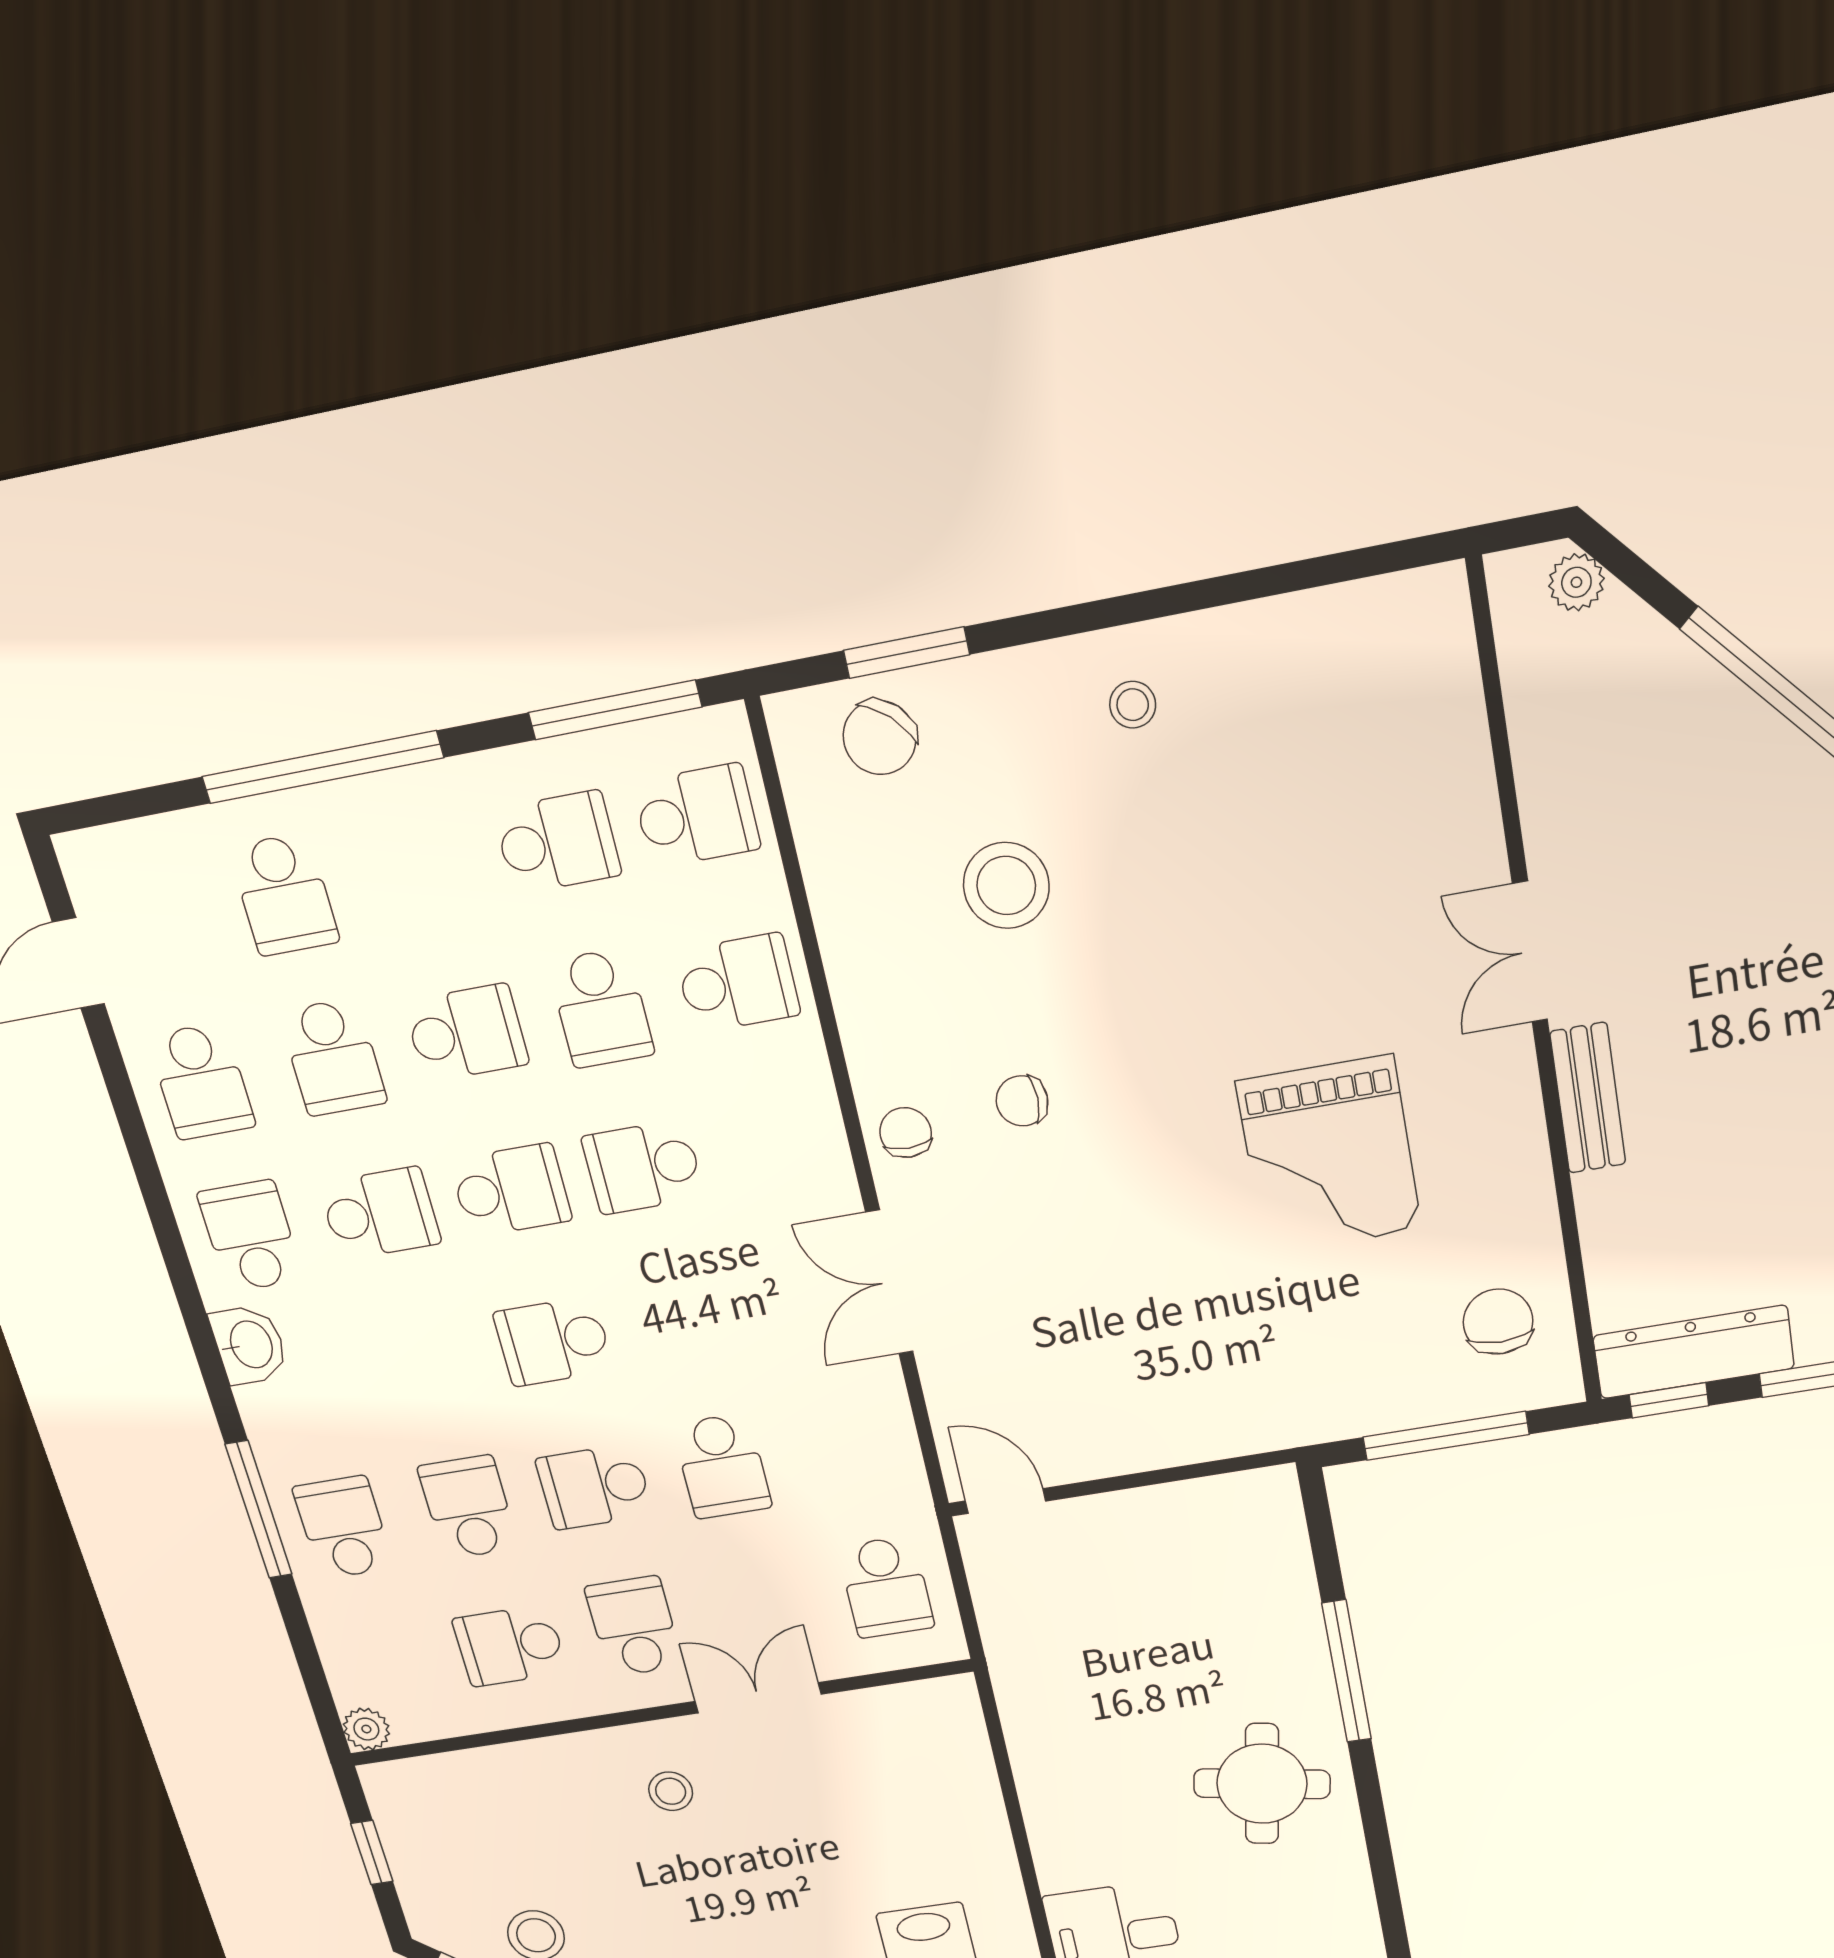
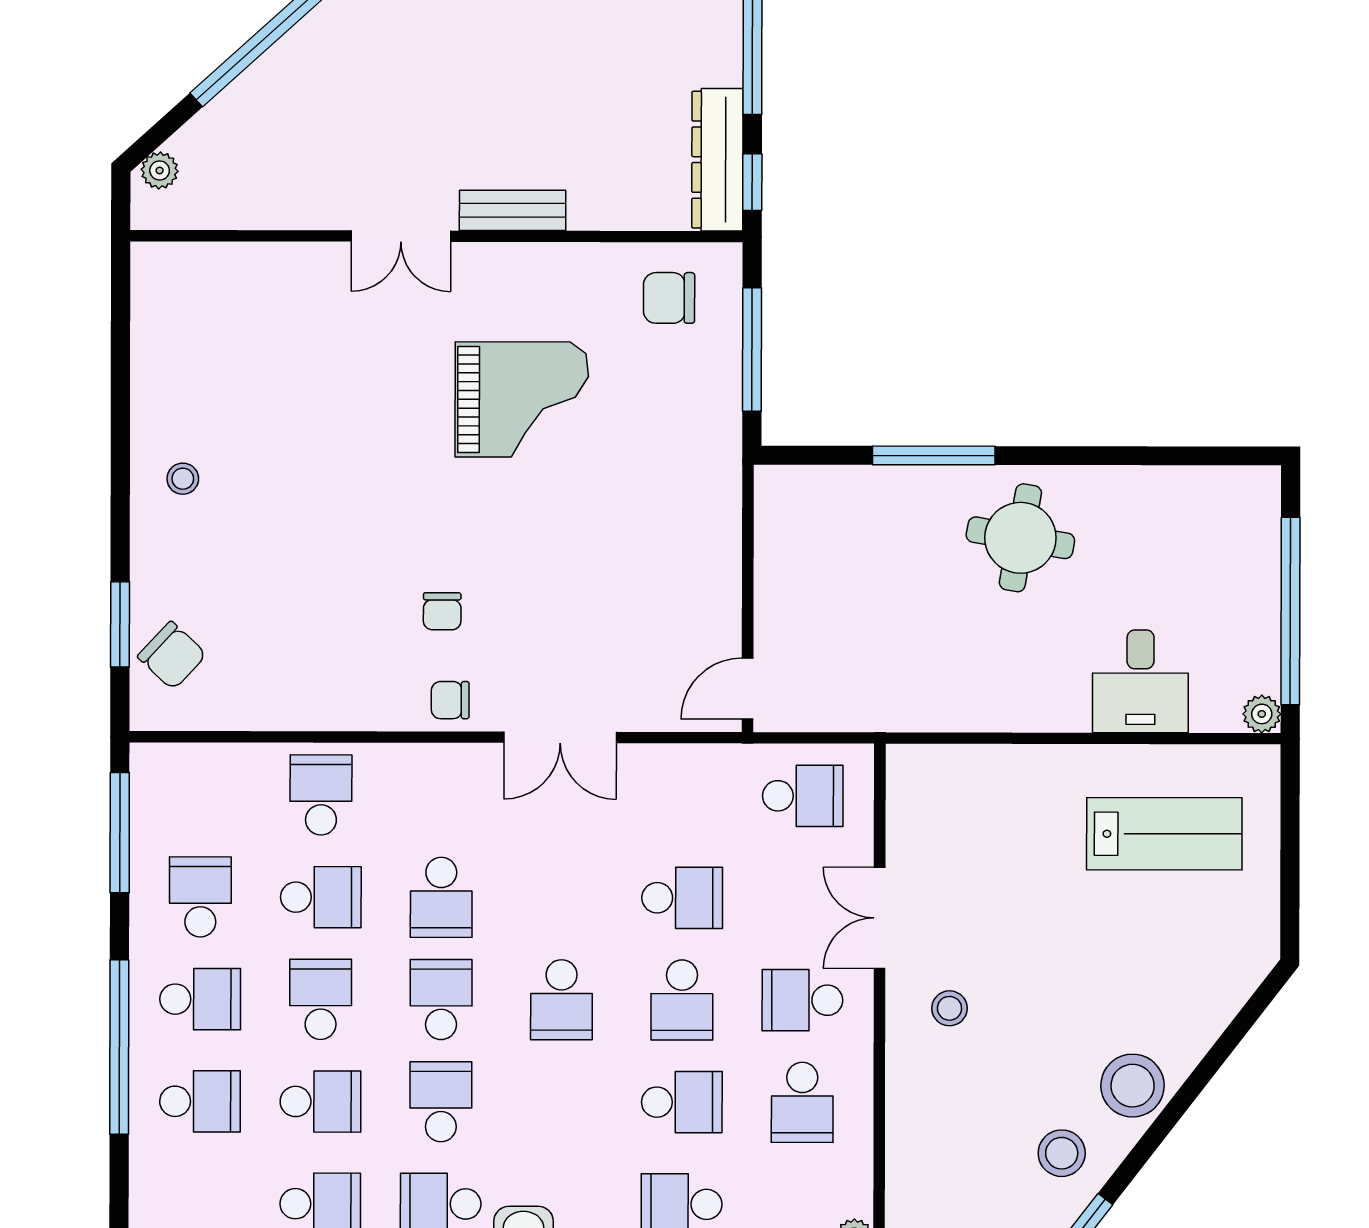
school desk: (696, 816) -> (200, 999), moved, turned 90
stool: (1006, 885) -> (288, 590), removed
school desk: (468, 1507) -> (682, 1102), turned 180

